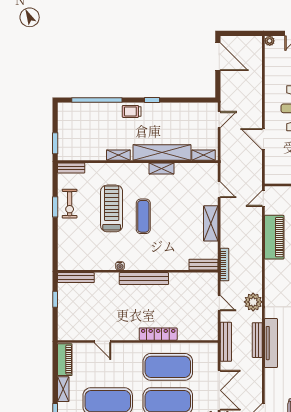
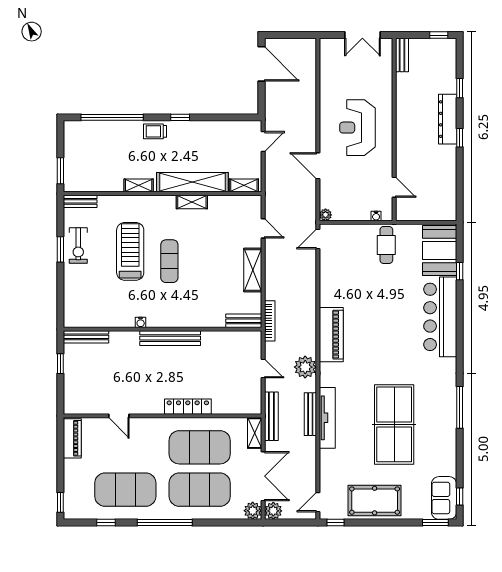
plant: (270, 41) -> (325, 215), moved
piano: (274, 237) -> (331, 335), moved
shelving: (63, 389) -> (255, 433), moved

